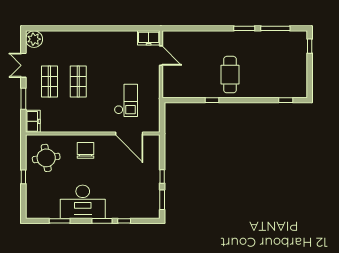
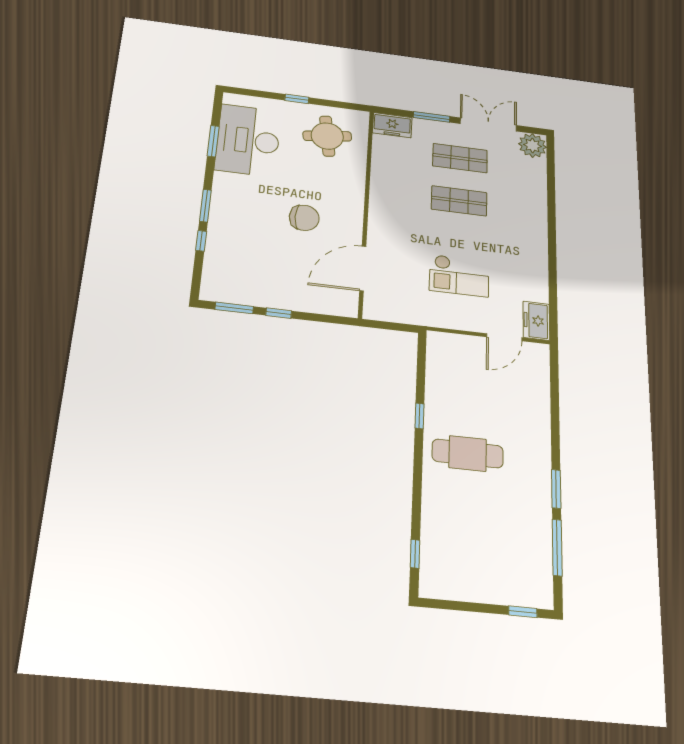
double door: (23, 65) -> (488, 125), width x1.37
checkout: (126, 100) -> (459, 276), moved
chair: (85, 150) -> (304, 218), moved
desk: (83, 202) -> (248, 140), moved

